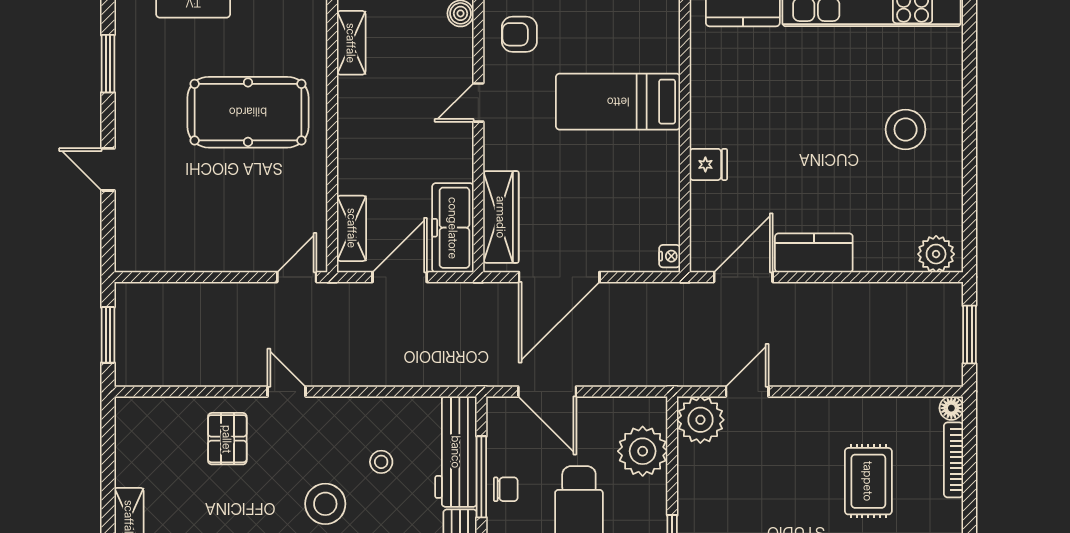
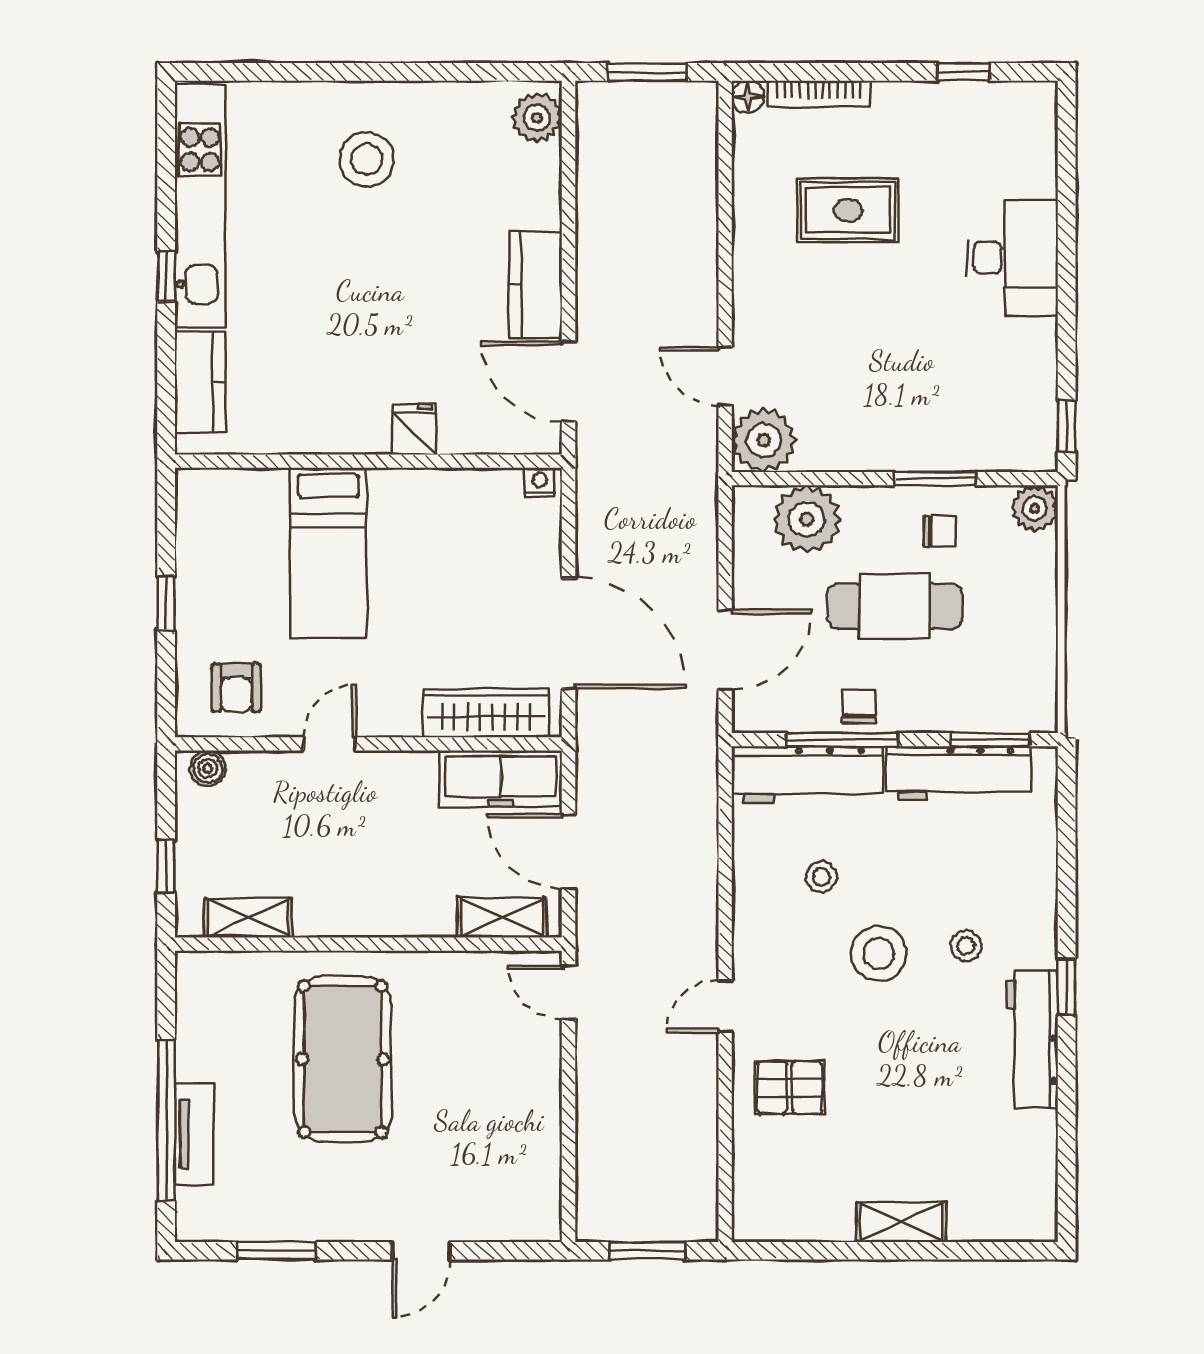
door: (478, 102) -> (330, 744), swing flipped

